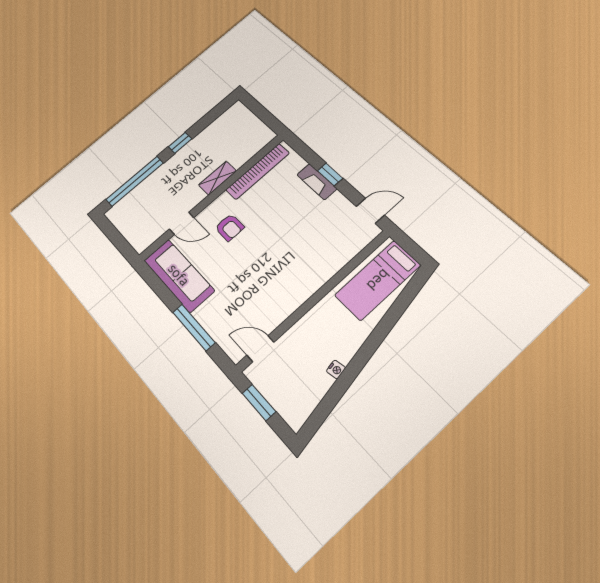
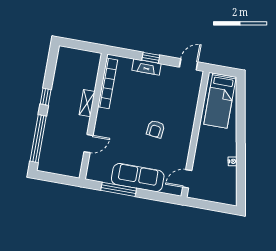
armchair: (230, 227) -> (156, 129), moved, turned 97
sofa: (179, 275) -> (138, 178), moved
window: (194, 327) -> (119, 189), moved
window: (259, 403) -> (207, 205), removed

